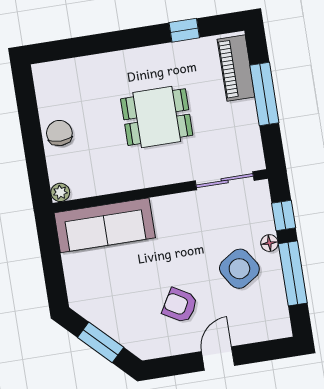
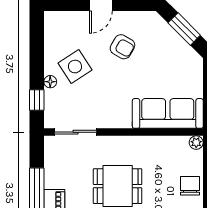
chair: (59, 133) -> (190, 186), turned 180
window: (293, 273) -> (37, 57), removed

